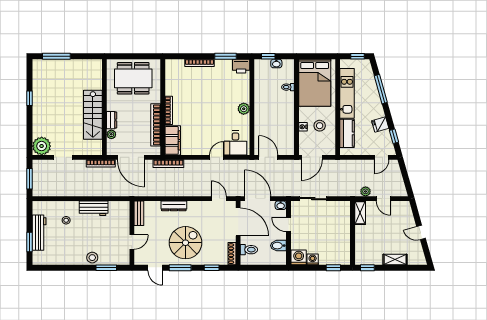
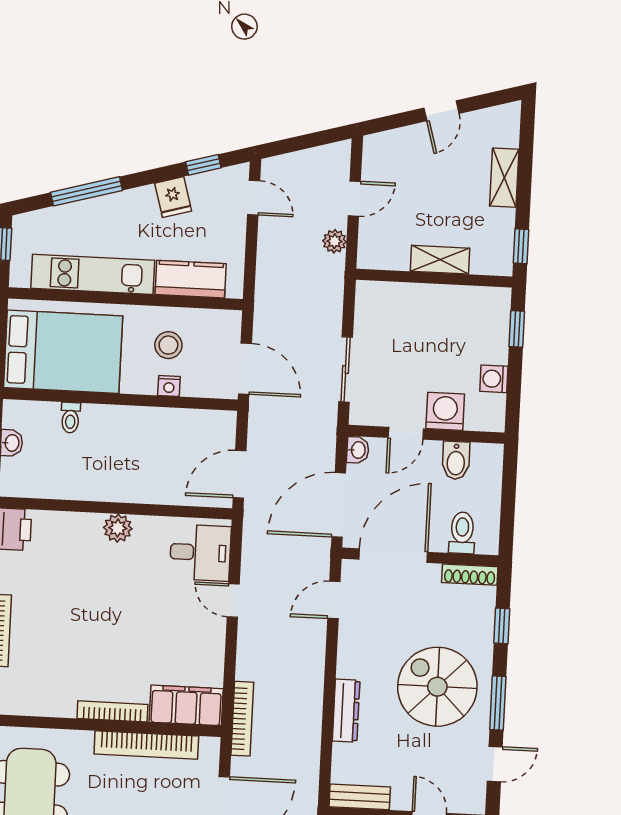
shelving: (360, 213) -> (440, 260), moved
washing machine: (299, 257) -> (445, 411), moved, turned 90

